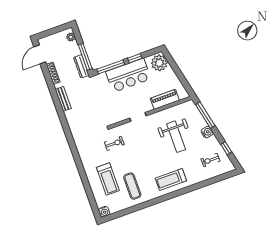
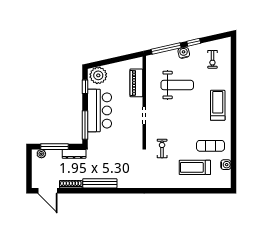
window: (85, 57) -> (55, 147), moved
window: (135, 58) -> (85, 87), moved
bench: (63, 99) -> (100, 183), width x1.36
window: (226, 148) -> (194, 42), moved
treadmill: (108, 179) -> (195, 167), turned 180
treadmill: (171, 179) -> (218, 105), turned 180
water cooler: (104, 212) -> (226, 165), moved

